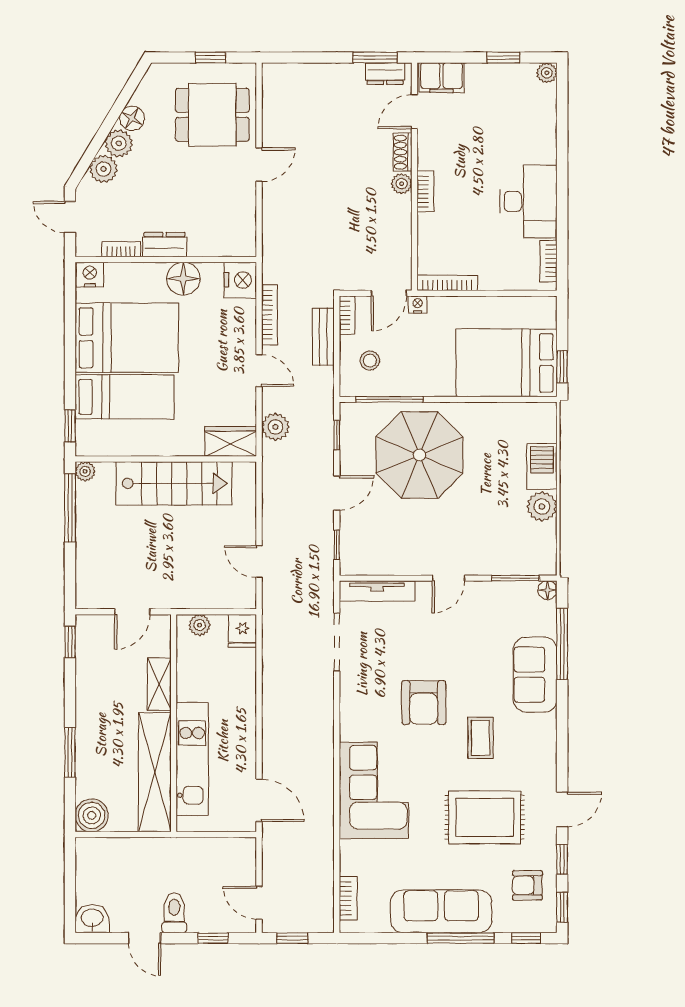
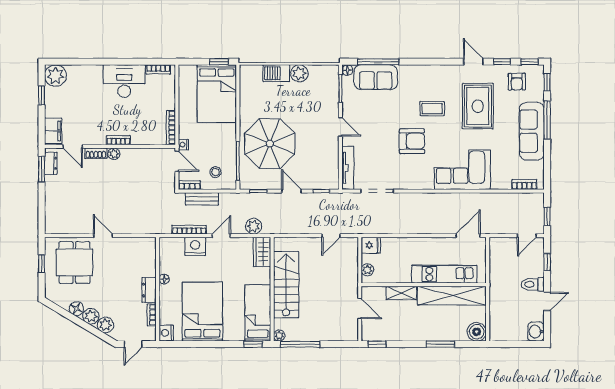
plant: (547, 73) -> (55, 76), width x1.88, depth x1.88
floor lamp: (183, 279) -> (164, 279), width x0.53, depth x0.53
nightstand: (240, 280) -> (195, 246), moved
bed: (125, 397) -> (258, 313), moved
sofa: (535, 675) -> (376, 77), moved

